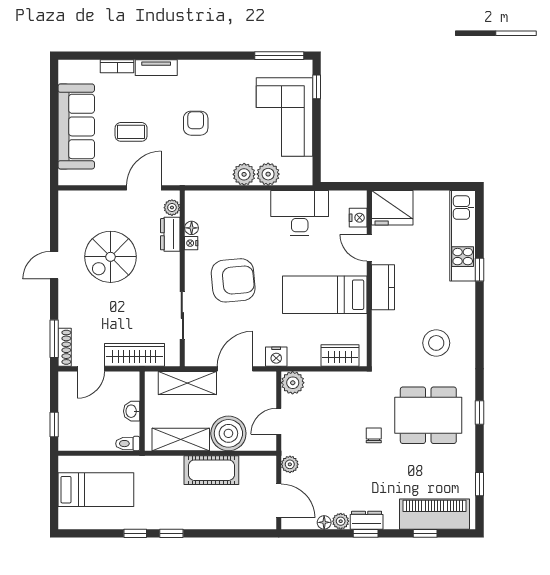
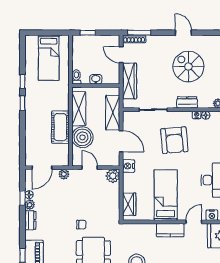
dresser: (170, 234) -> (187, 102), moved
window: (366, 533) -> (22, 198), moved

